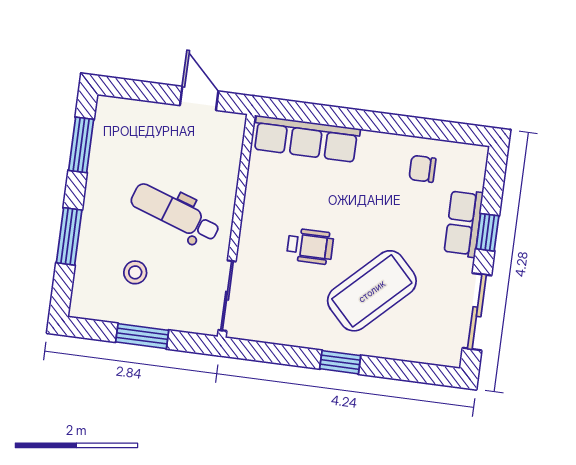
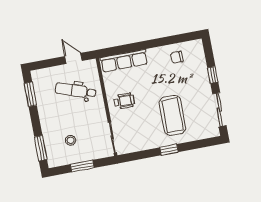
dental chair: (175, 213) -> (76, 91), moved
row of seats: (464, 223) -> (202, 74), removed
window: (69, 236) -> (41, 148), moved
wheelchair: (310, 246) -> (124, 101), moved
coffee table: (372, 291) -> (172, 115), turned -46

